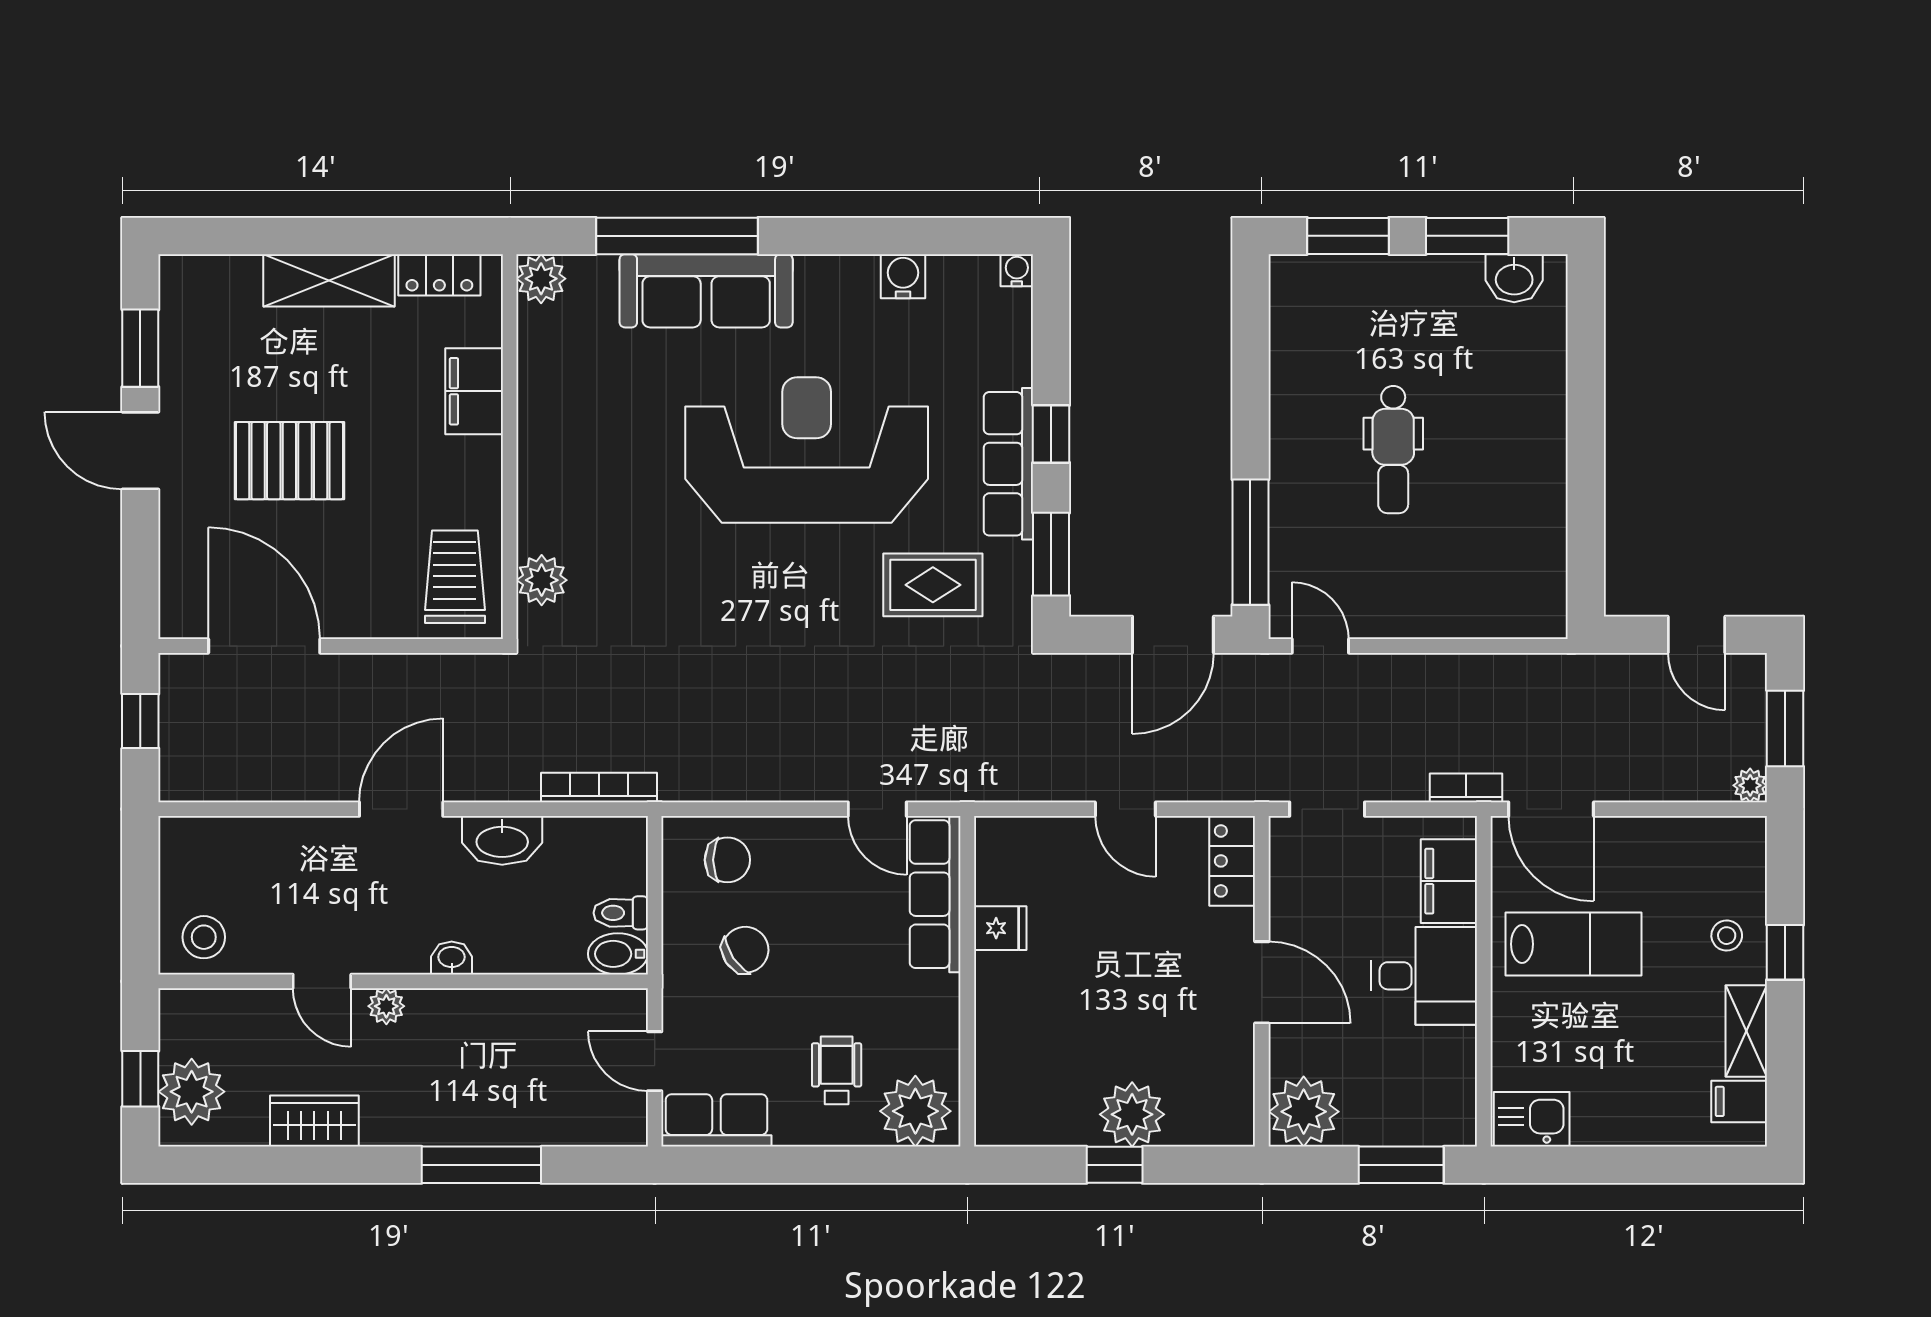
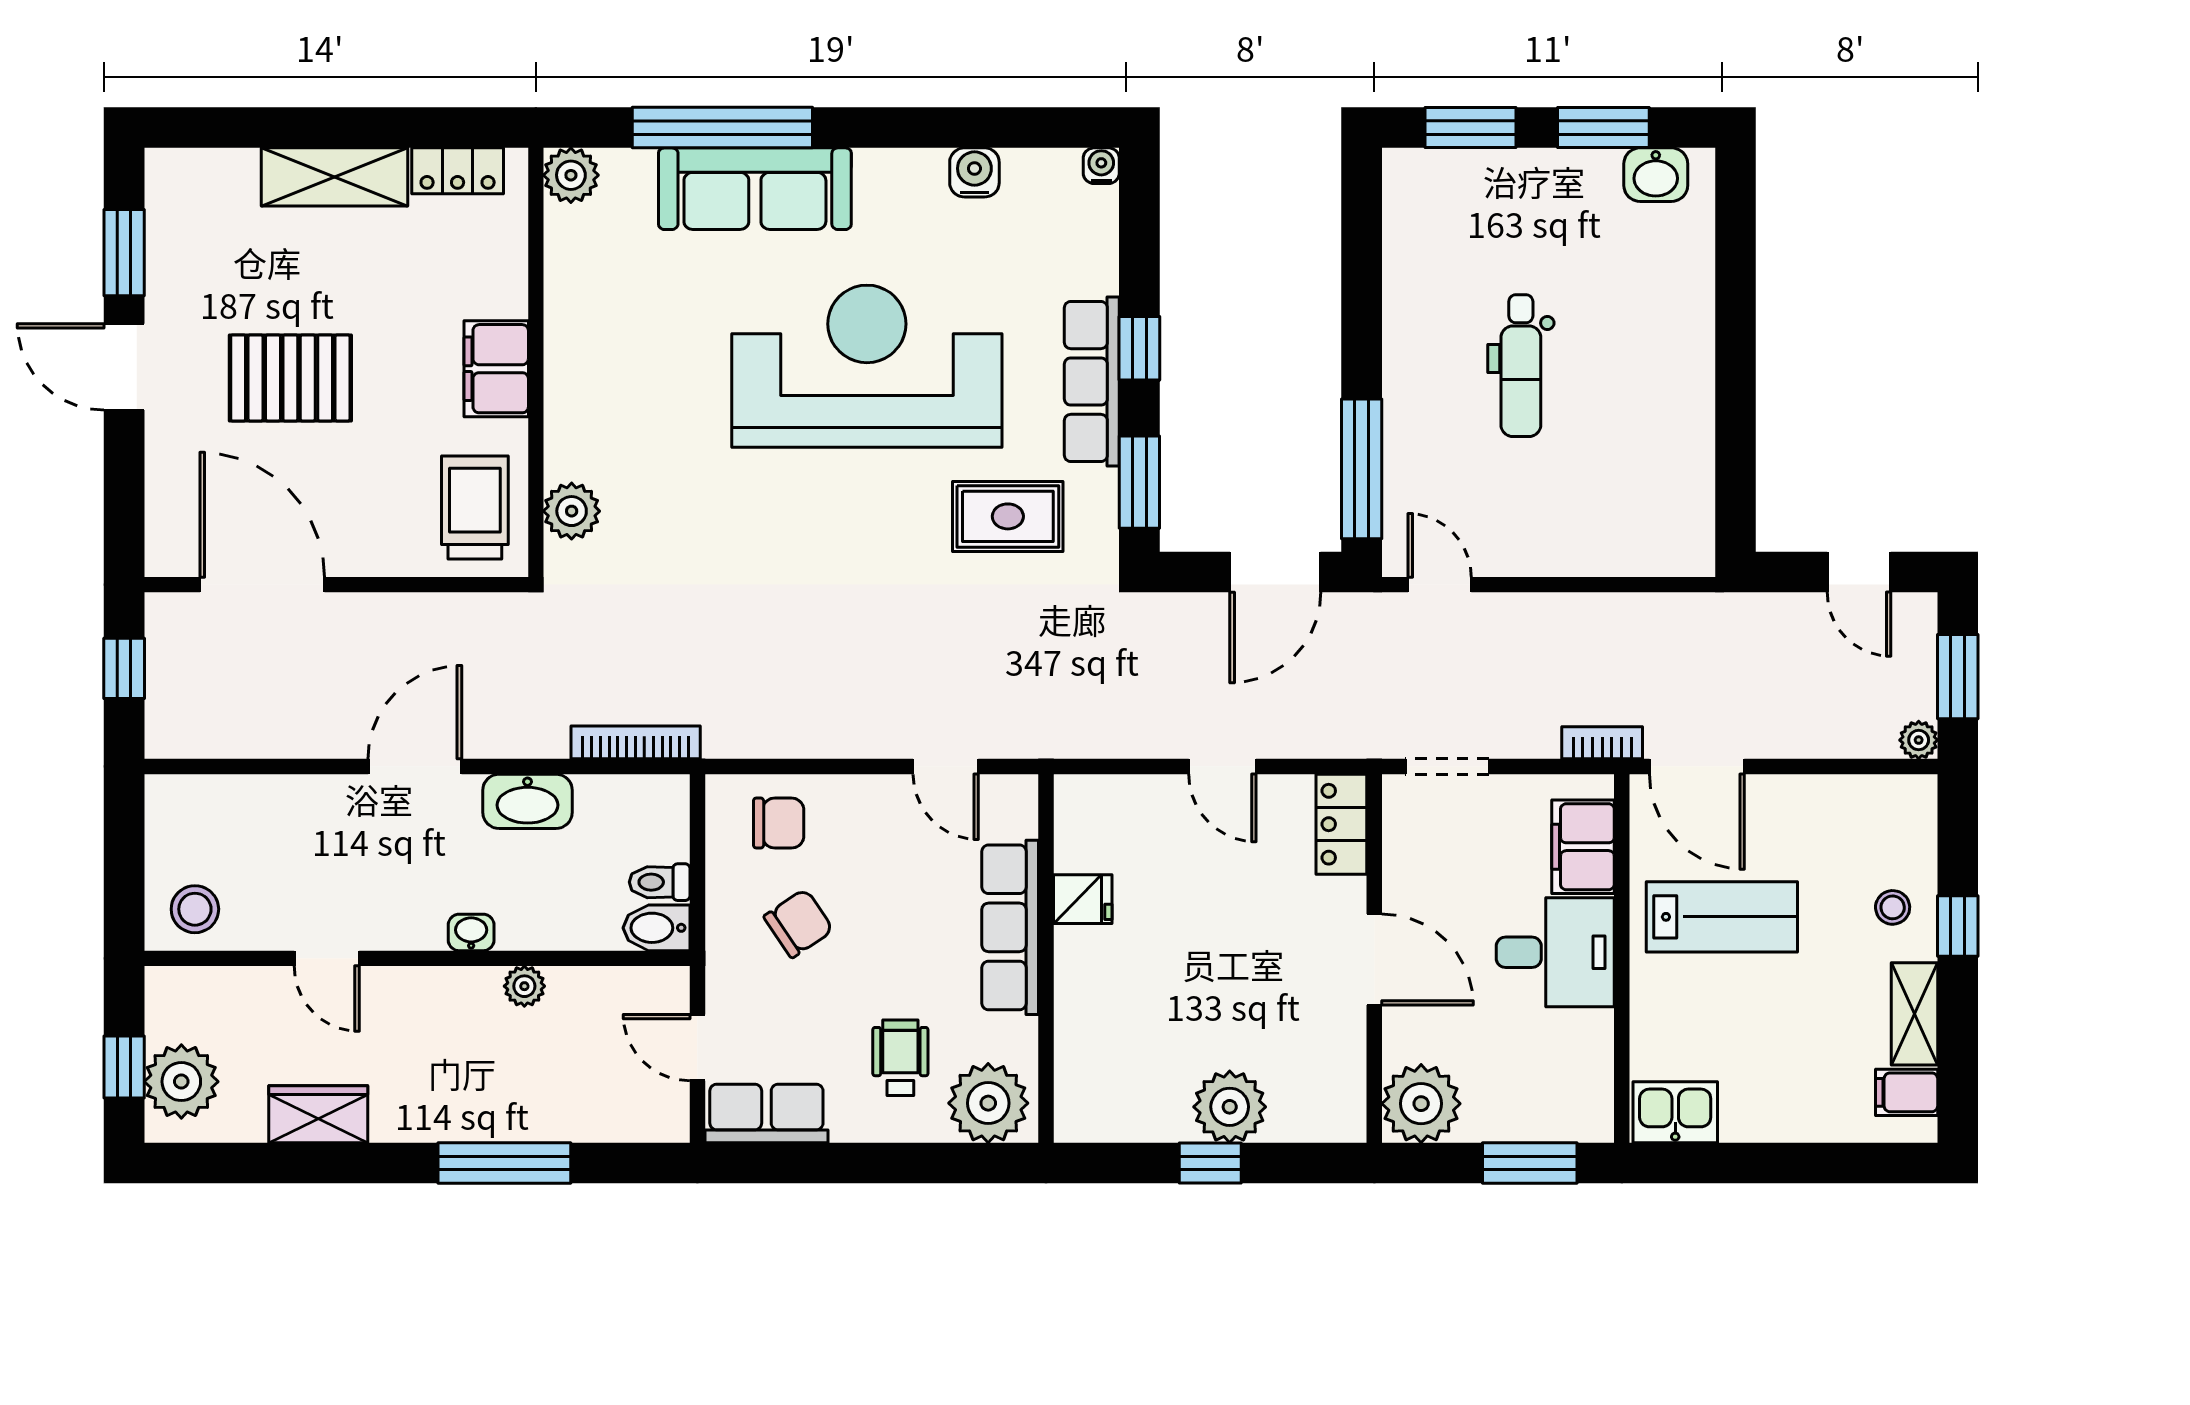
filing cabinet: (474, 391) -> (496, 369), moved
row of seats: (935, 894) -> (1010, 927), moved
plant: (386, 1006) -> (524, 986), moved

